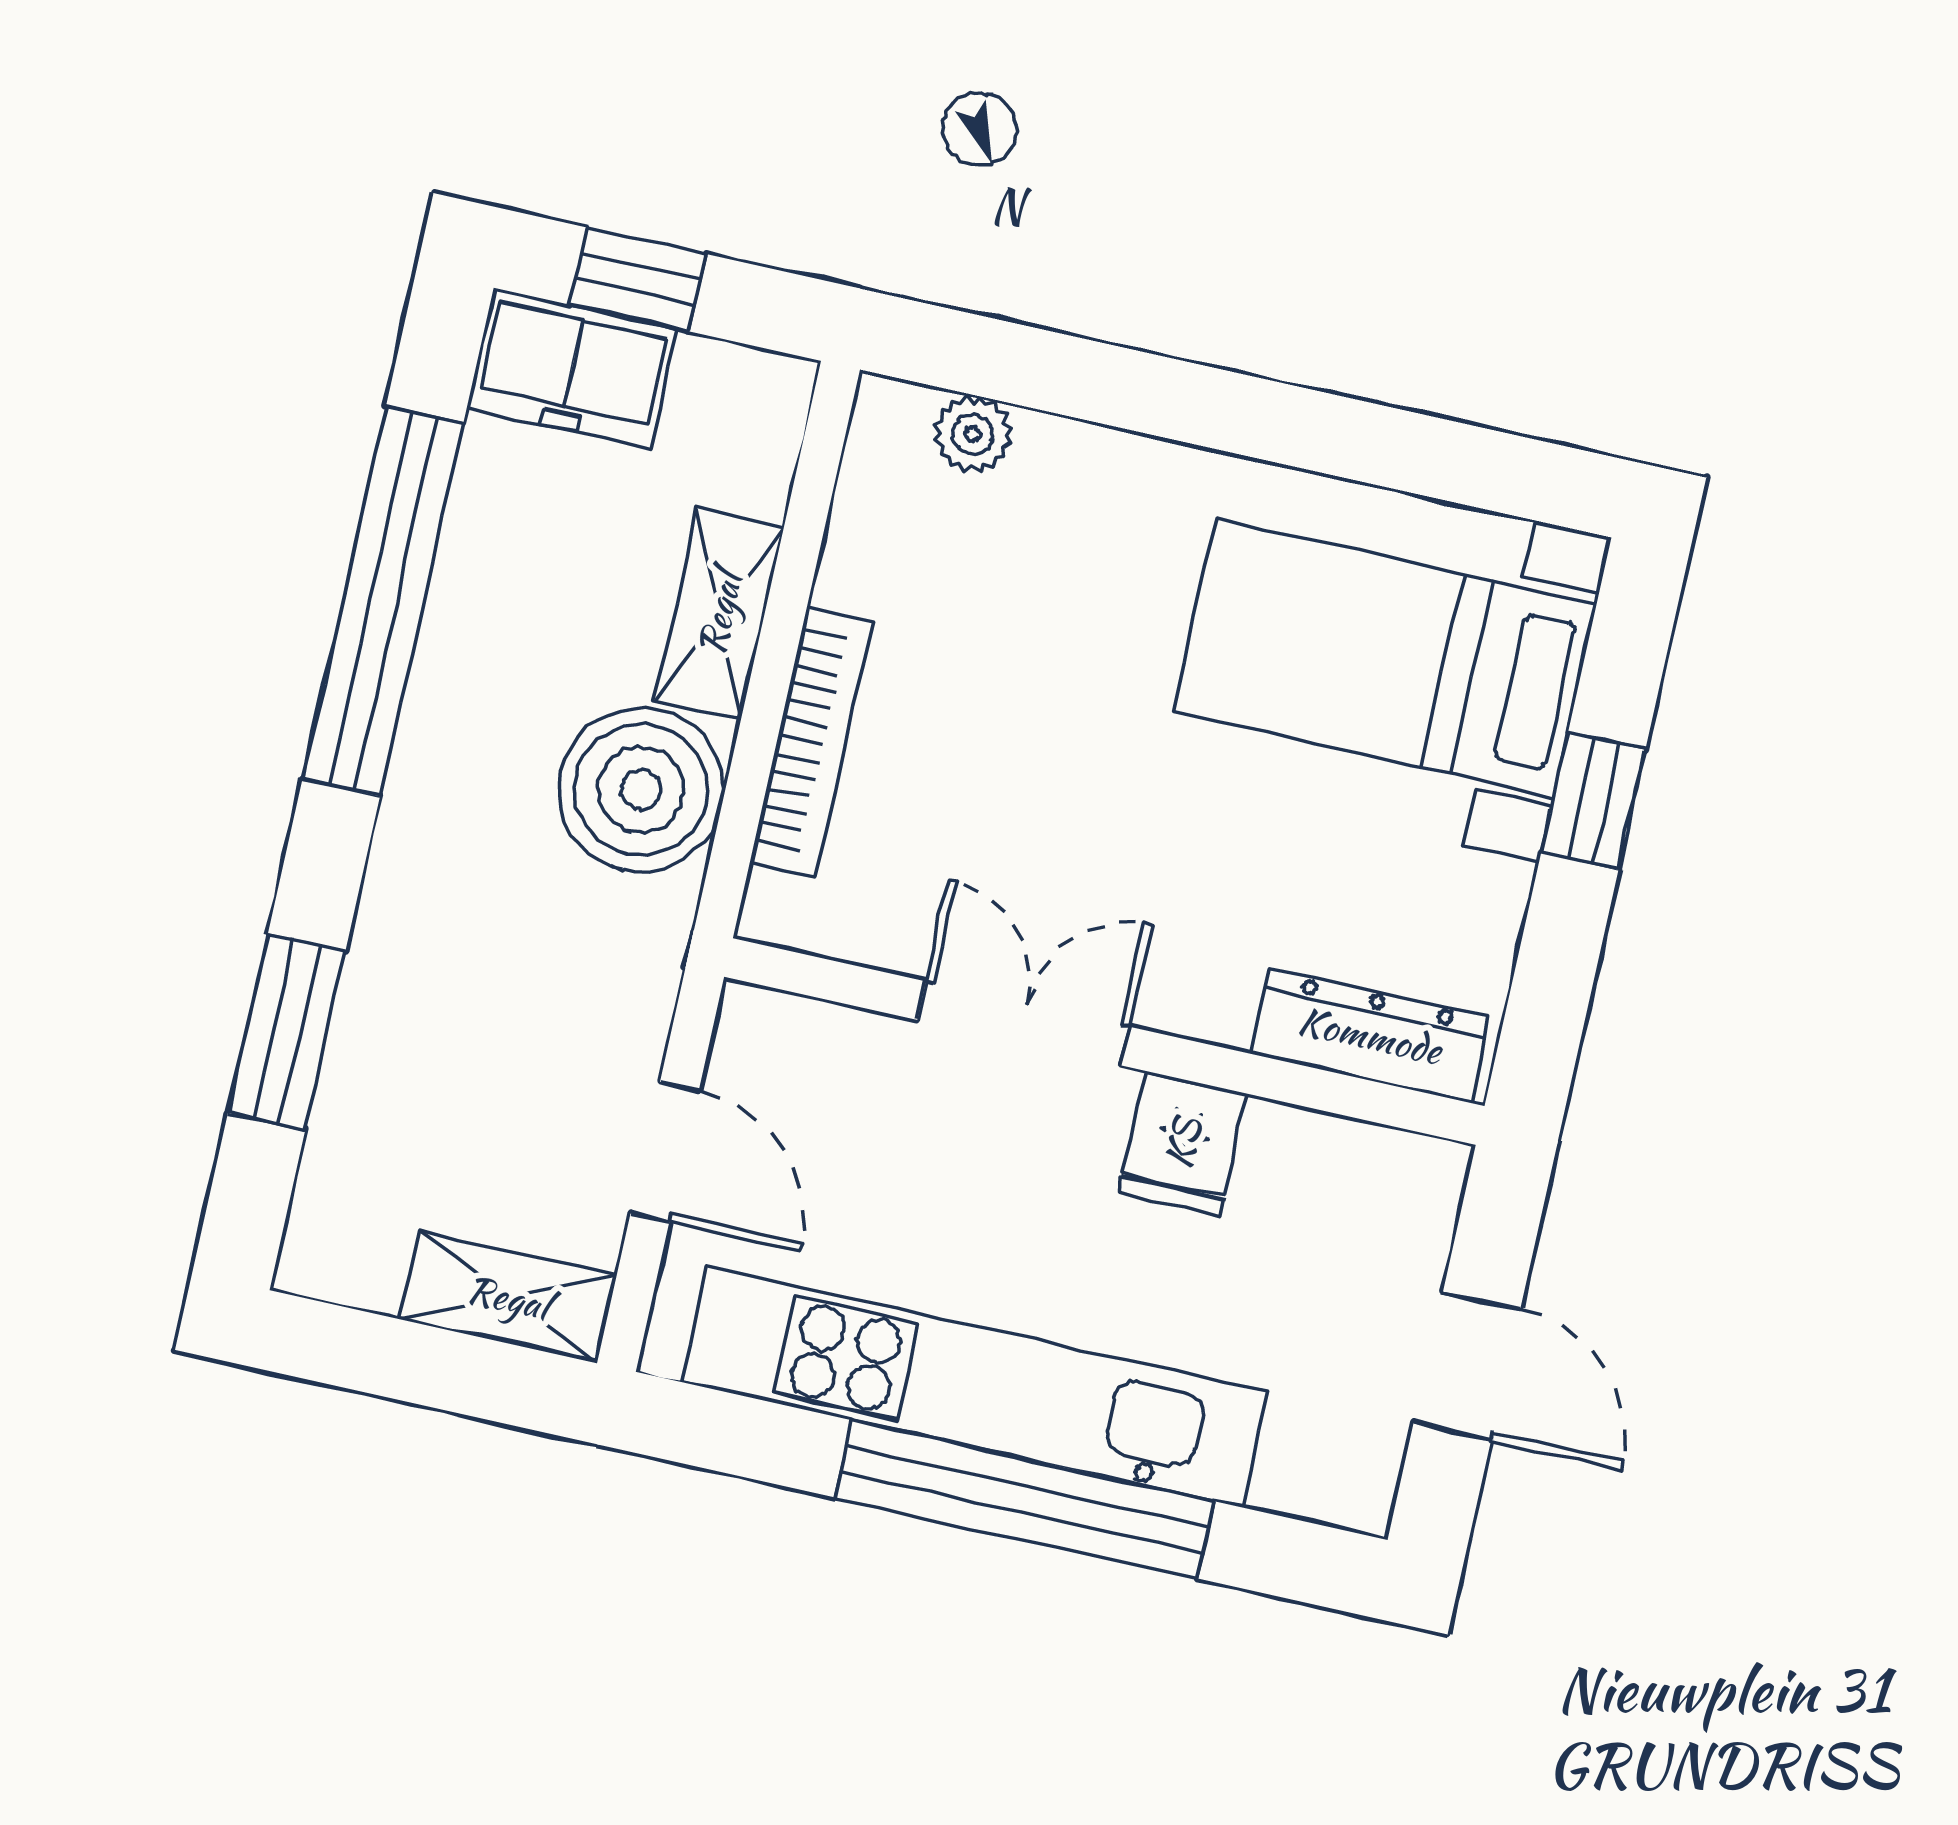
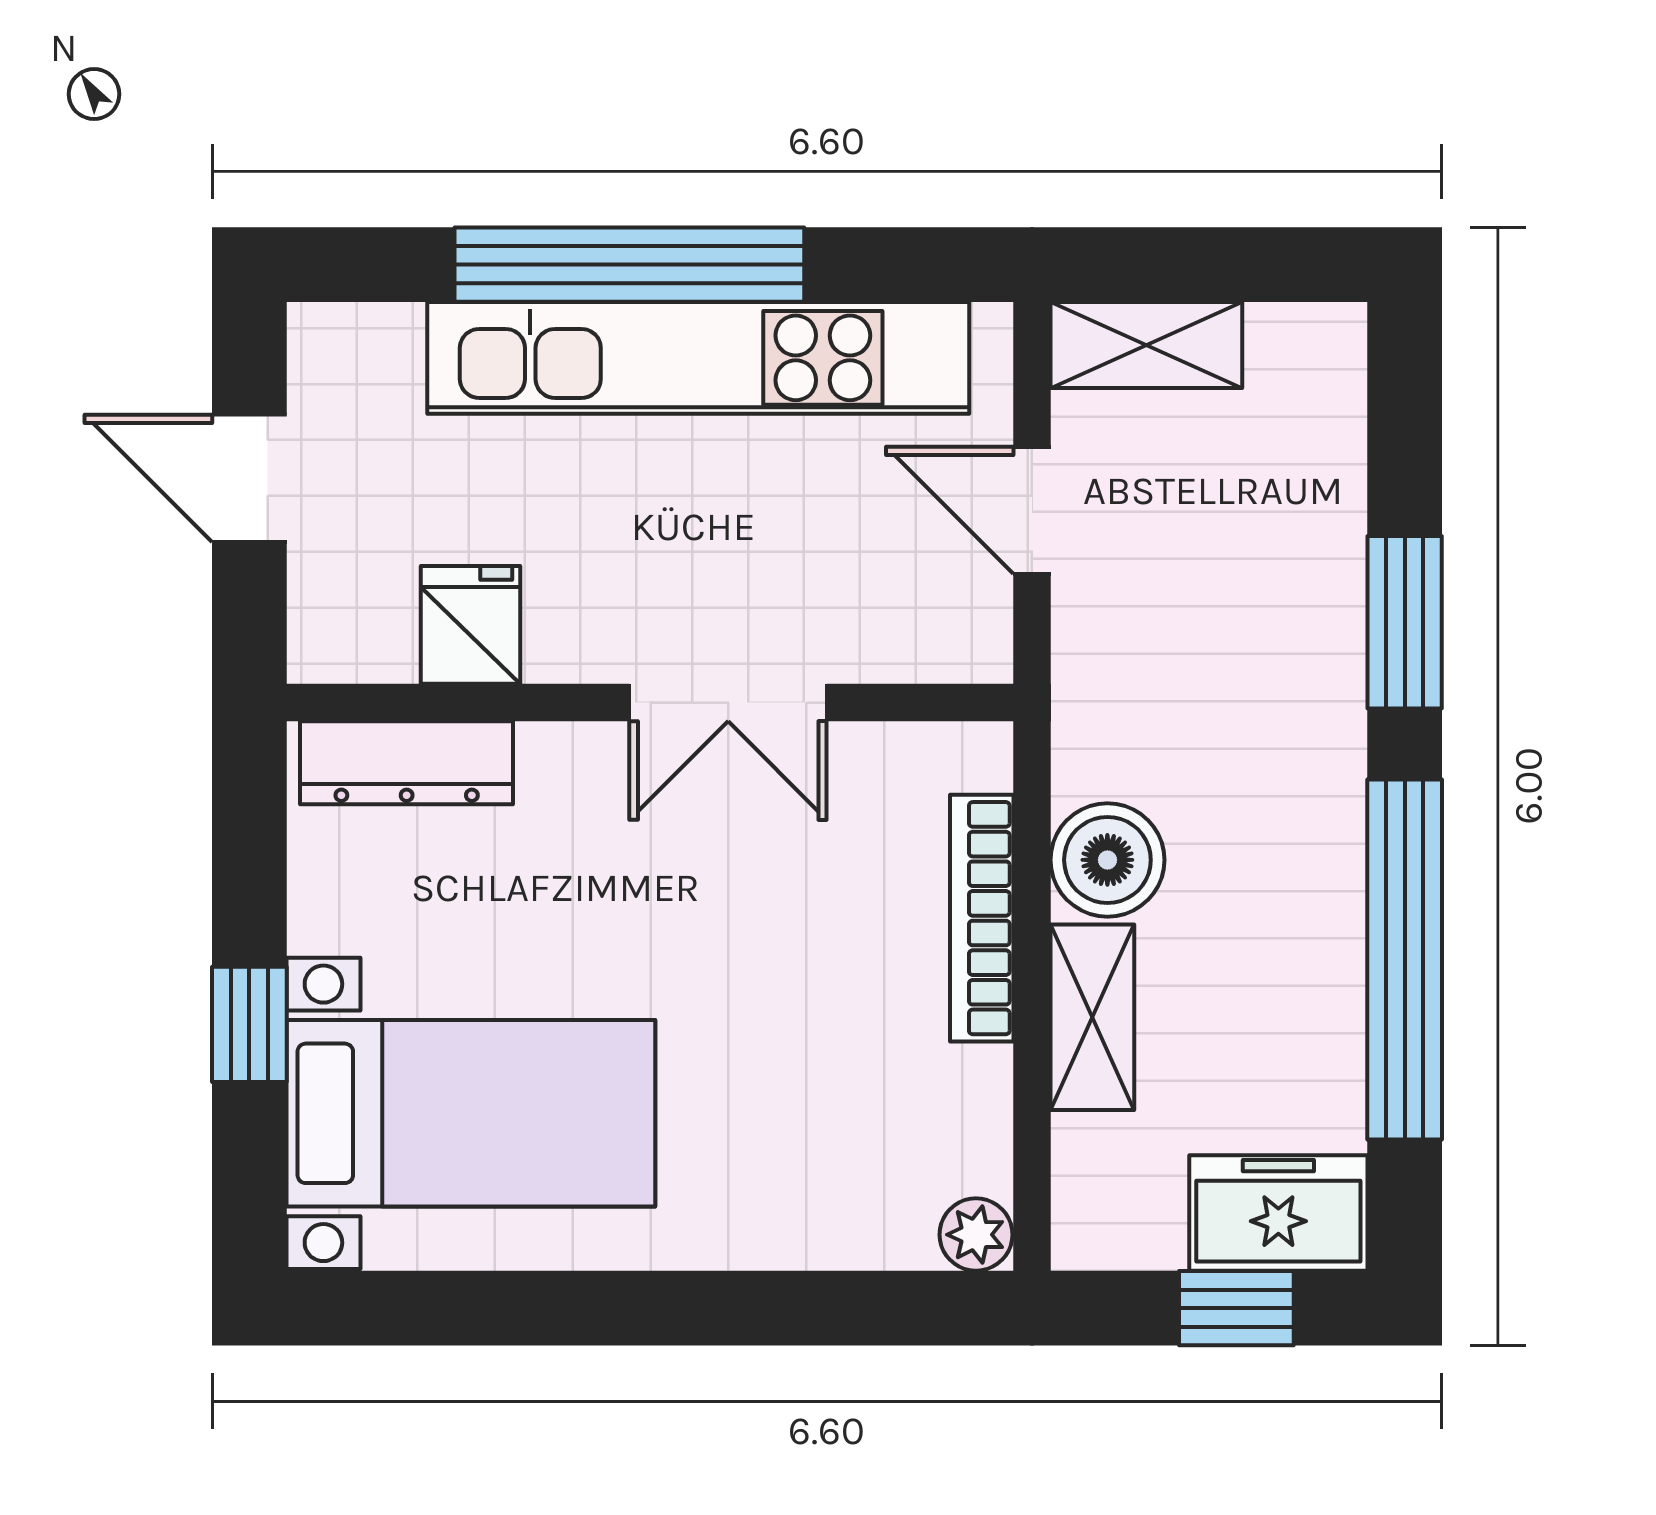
plant: (973, 434) -> (976, 1235), moved
boiler: (641, 790) -> (1107, 860), width x0.73, depth x0.73
window: (287, 1032) -> (1405, 622), moved
fridge: (1182, 1143) -> (470, 625), moved

